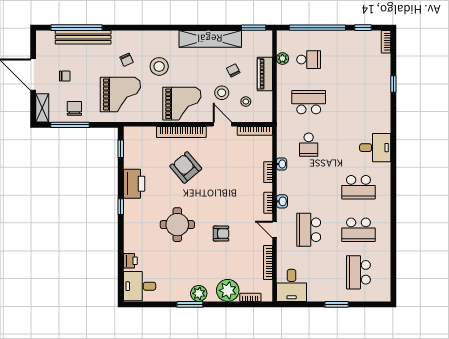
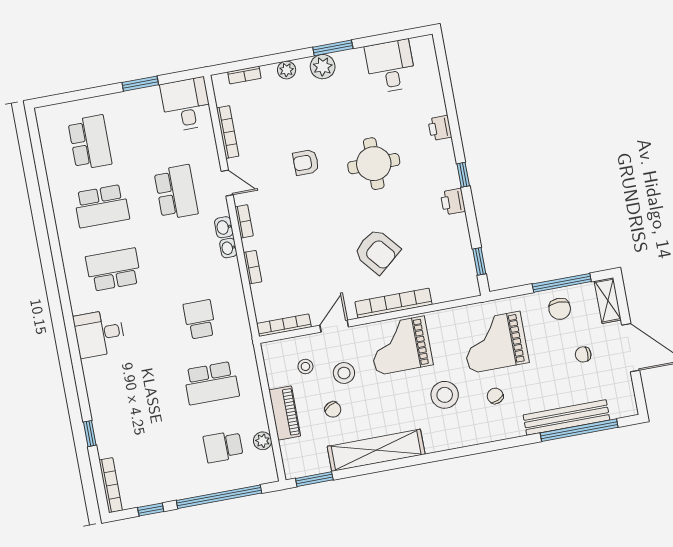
bookcase: (386, 42) -> (111, 485), width x1.56
door: (222, 124) -> (334, 326), swing flipped
washbasin: (282, 164) -> (228, 248), moved
printer: (134, 184) -> (453, 202), width x0.53, depth x0.68
school desk: (358, 230) -> (102, 206), turned 180
printer: (130, 261) -> (440, 128), moved
desk: (140, 286) -> (391, 66), moved, turned -90
plant: (228, 290) -> (287, 70), width x0.53, depth x0.53
window: (337, 304) -> (140, 84), moved

